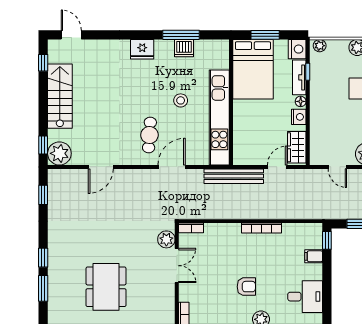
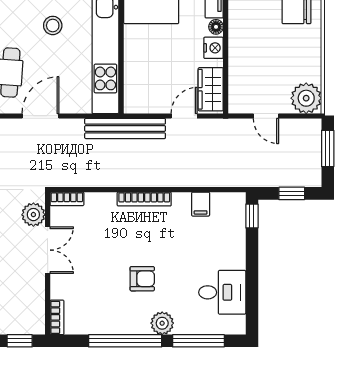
bookcase: (262, 228) -> (144, 199), moved
filing cabinet: (314, 256) -> (201, 204), moved, turned -90

